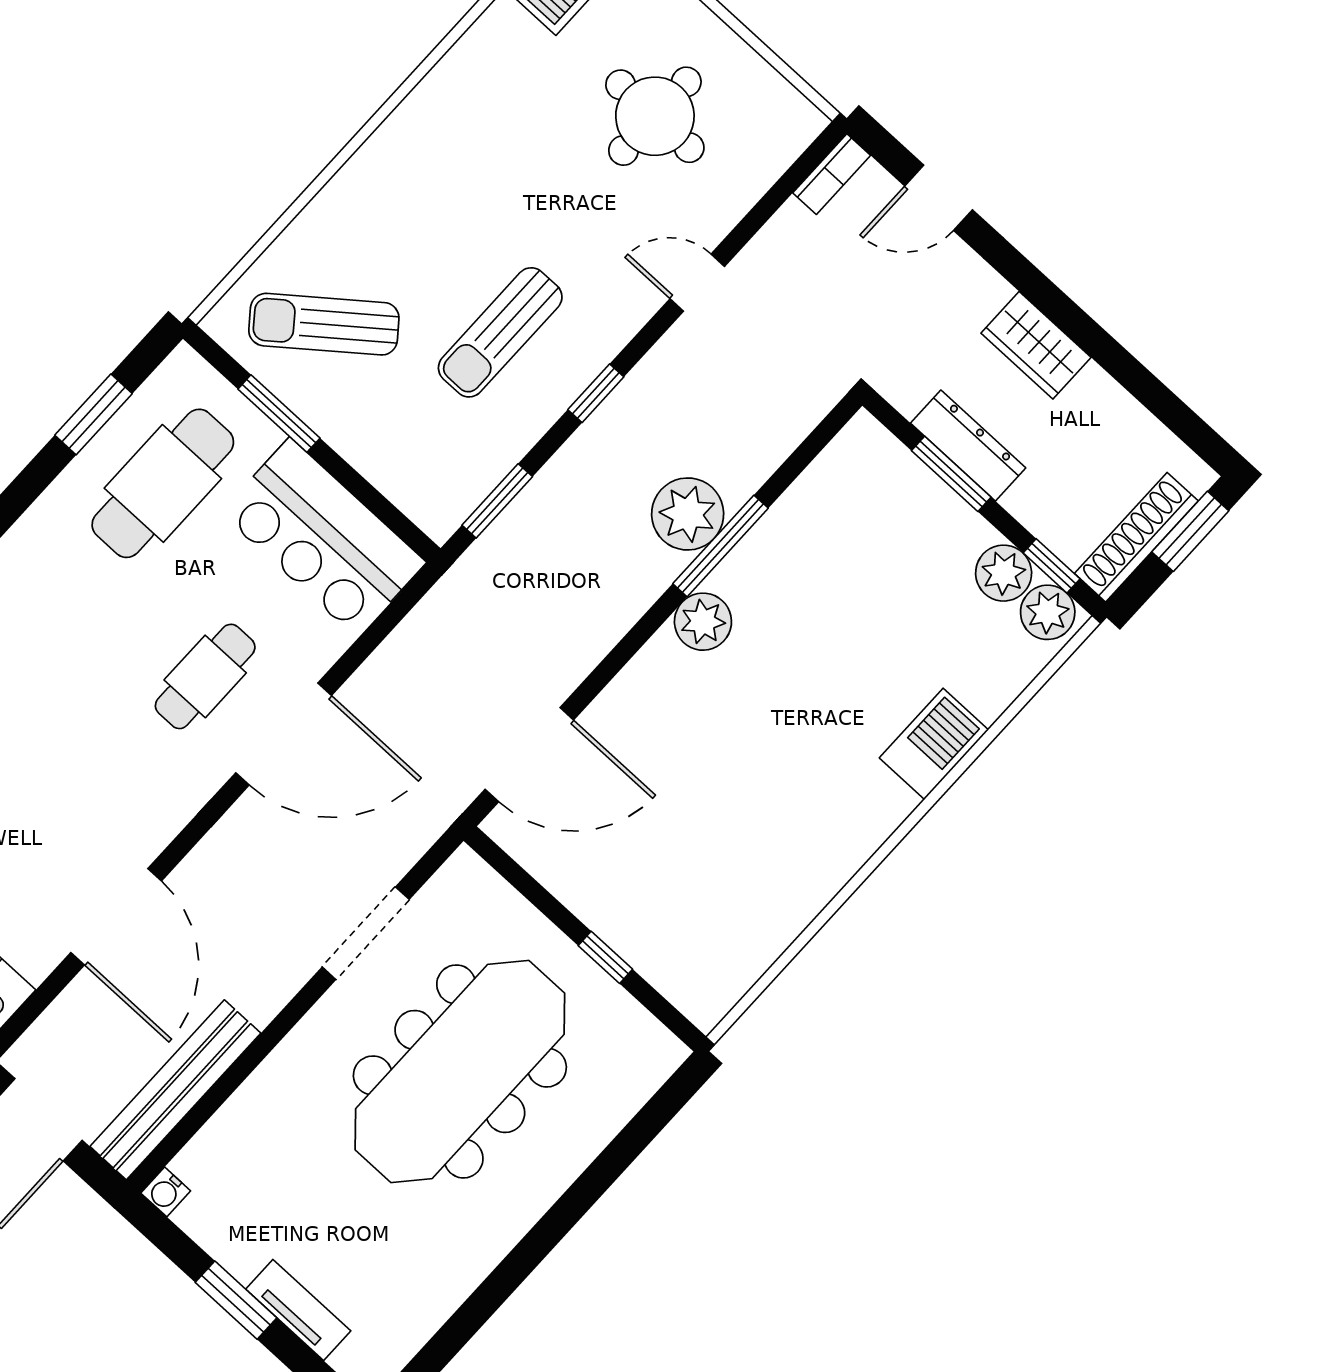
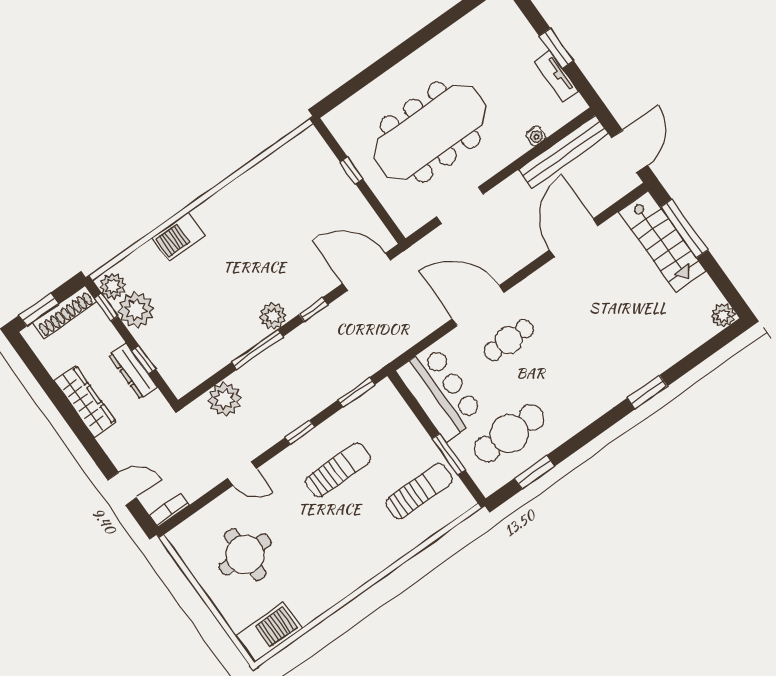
sun lounger: (324, 324) -> (419, 491), turned -52
wardrobe: (1036, 345) -> (85, 401), width x1.50
window: (951, 474) -> (144, 360), width x0.67
plant: (688, 514) -> (225, 399), moved
plant: (1004, 573) -> (136, 310), width x1.36, depth x1.36
window: (623, 653) -> (313, 310), added
water cooler: (166, 1192) -> (536, 136), moved, turned 90
tv unit: (298, 1310) -> (556, 76), moved

